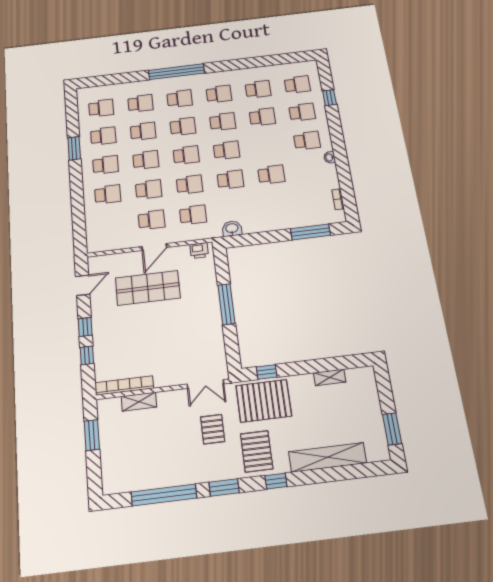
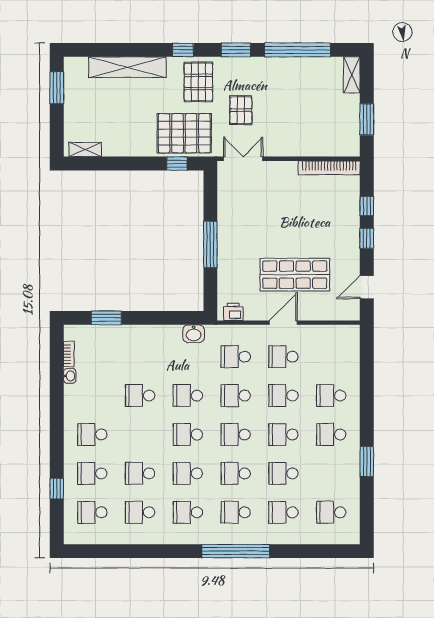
school desk: (103, 136) -> (331, 473), removed
washbasin: (330, 157) -> (70, 376), moved
window: (310, 232) -> (106, 318), width x0.69
shelving: (330, 377) -> (85, 150), moved
shelving: (139, 402) -> (352, 75), moved, turned 90

